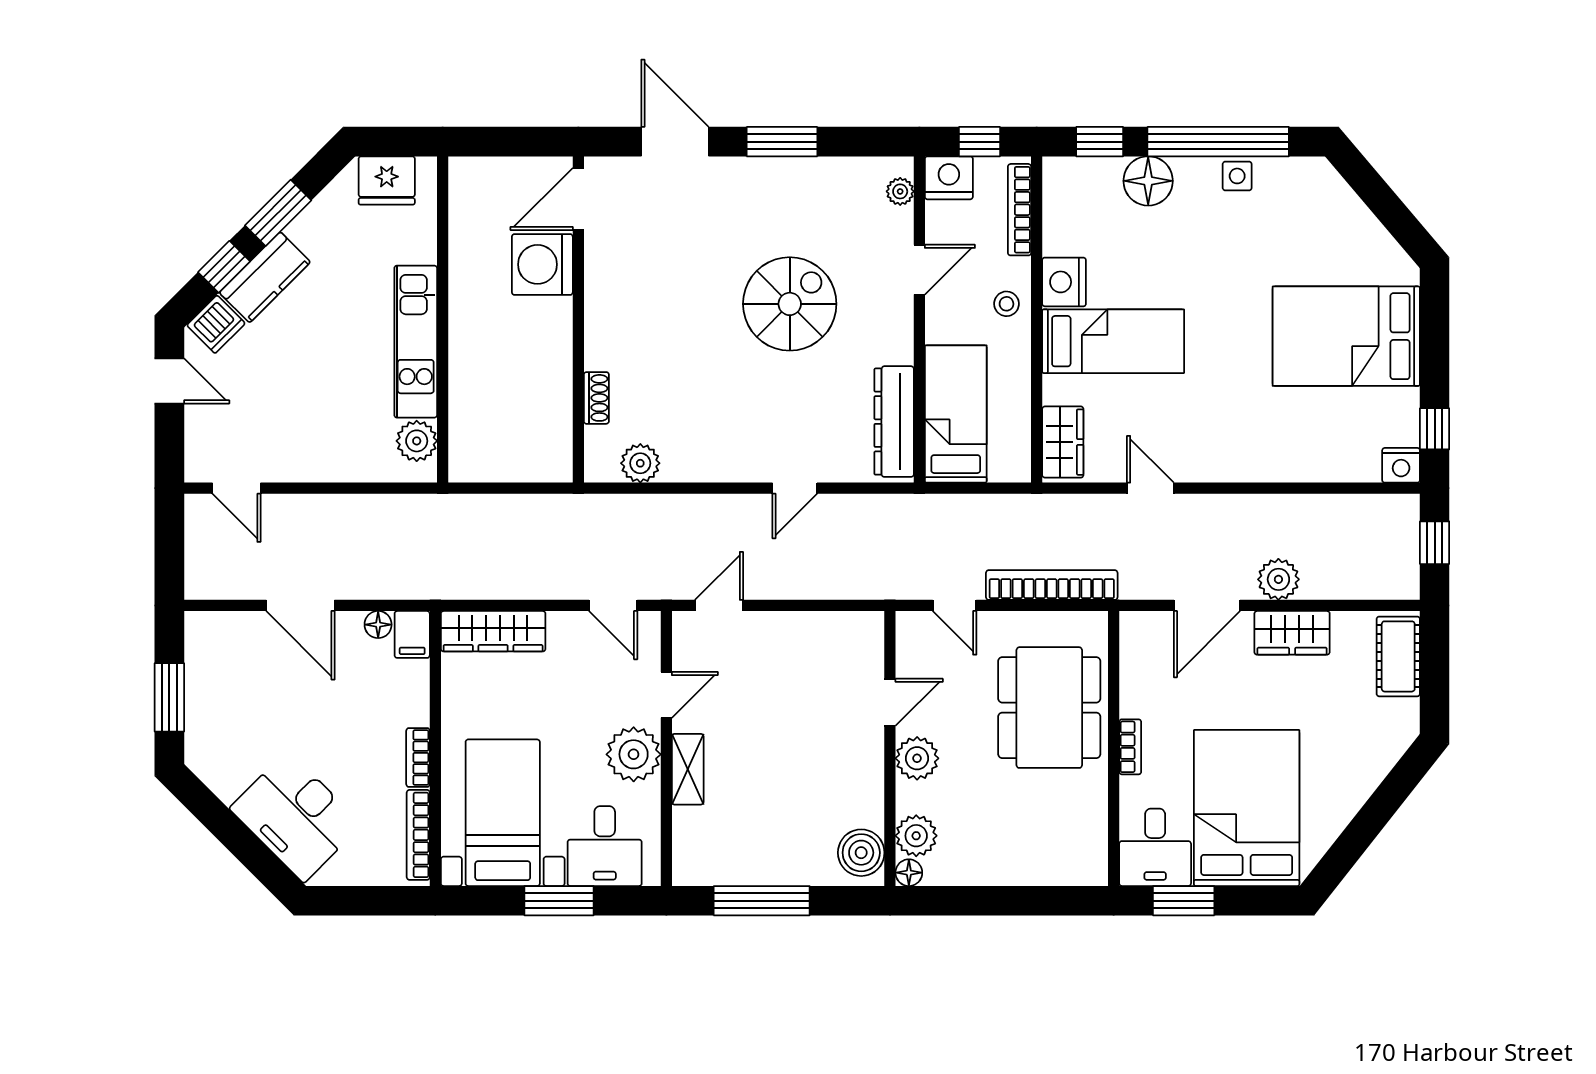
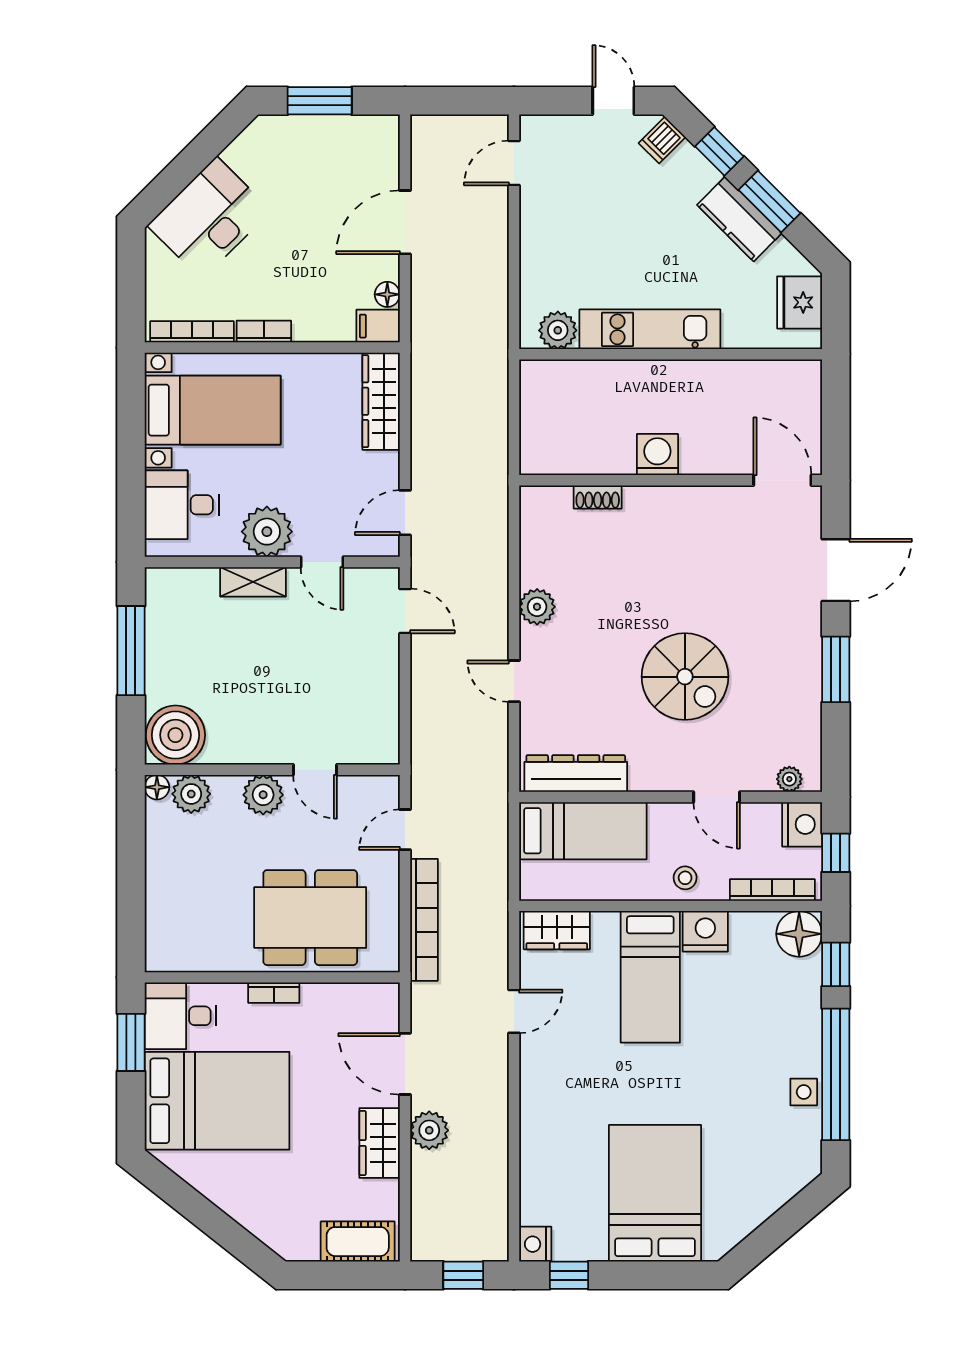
floor lamp: (1148, 181) -> (799, 934), moved
washing machine: (542, 264) -> (657, 455), moved, width x0.73, depth x0.73
kitchen counter: (265, 277) -> (739, 219), moved
dishwasher: (216, 324) -> (662, 140), width x0.73
door: (169, 381) -> (613, 101), swing flipped
plant: (640, 463) -> (537, 607), moved
boiler: (861, 853) -> (175, 735), width x1.37, depth x1.37
window: (559, 901) -> (131, 462), removed

